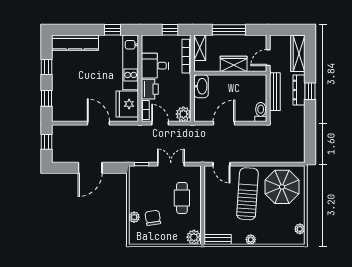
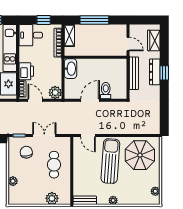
wardrobe: (298, 53) -> (154, 40), width x0.67
door: (268, 58) -> (128, 44), swing flipped
wardrobe: (234, 64) -> (98, 49), removed
desk: (155, 66) -> (31, 35), moved
toilet: (261, 112) -> (106, 91), moved
chair: (153, 218) -> (26, 152), moved
plant: (194, 237) -> (52, 198), moved

